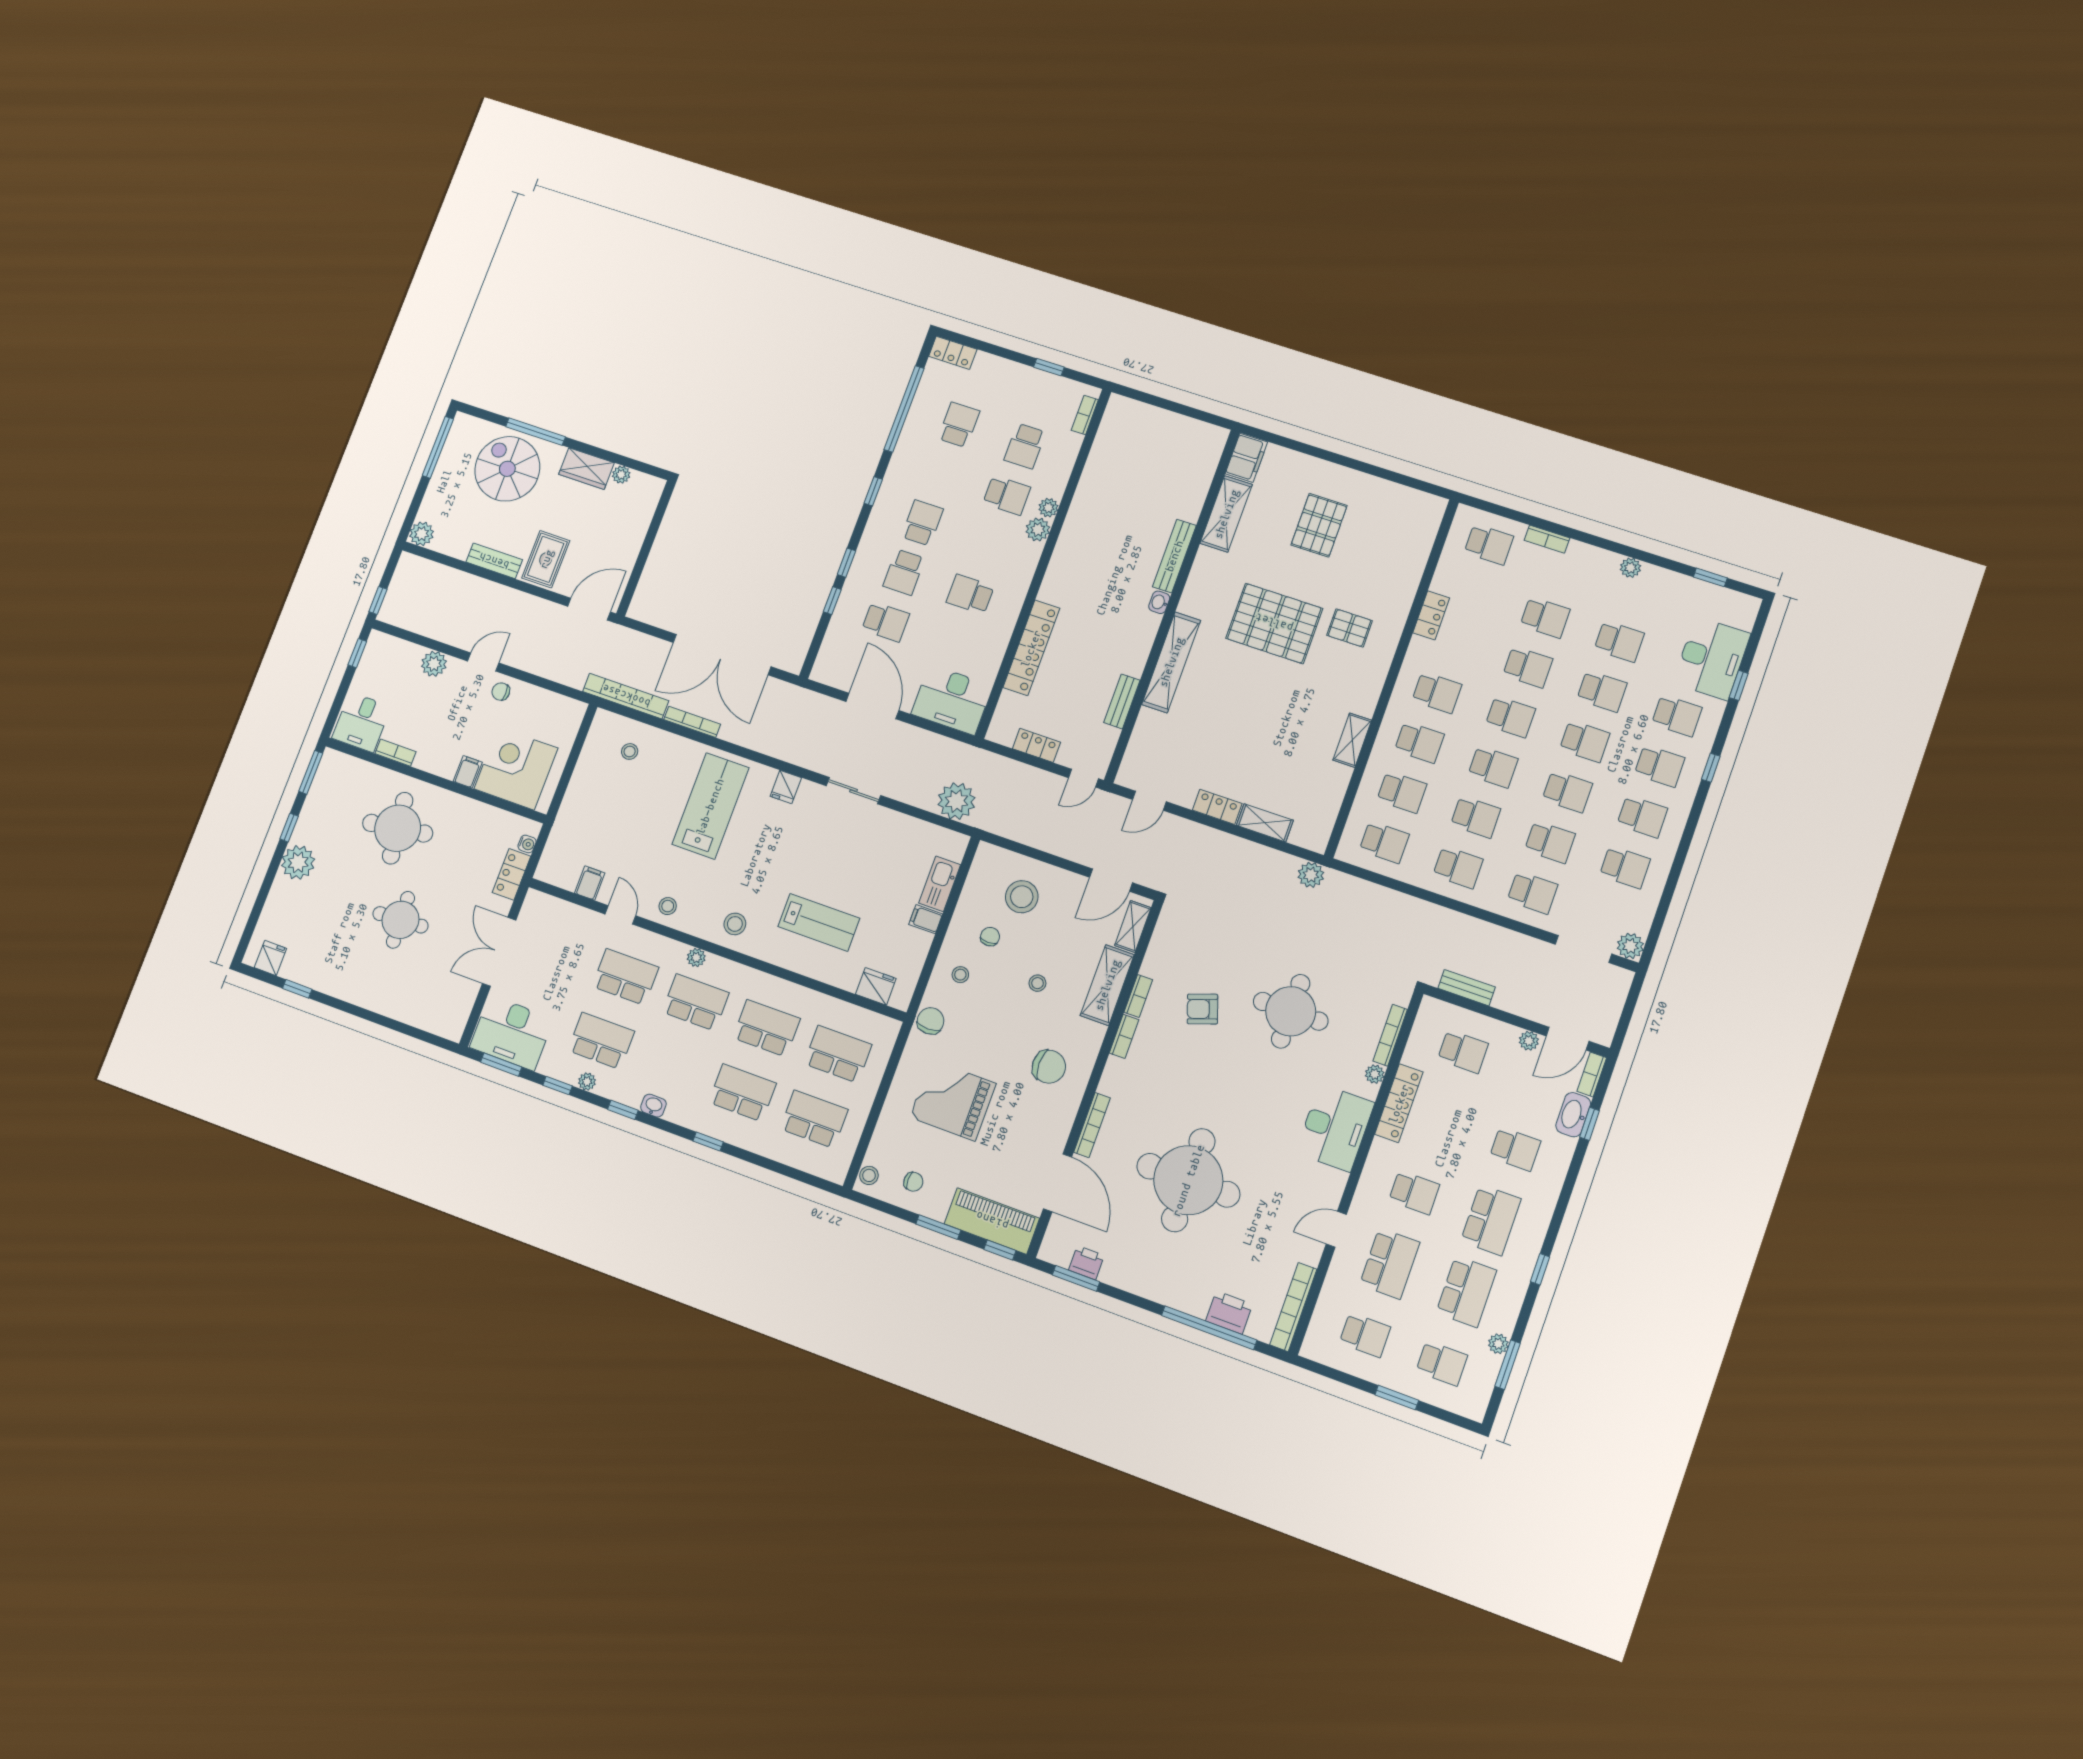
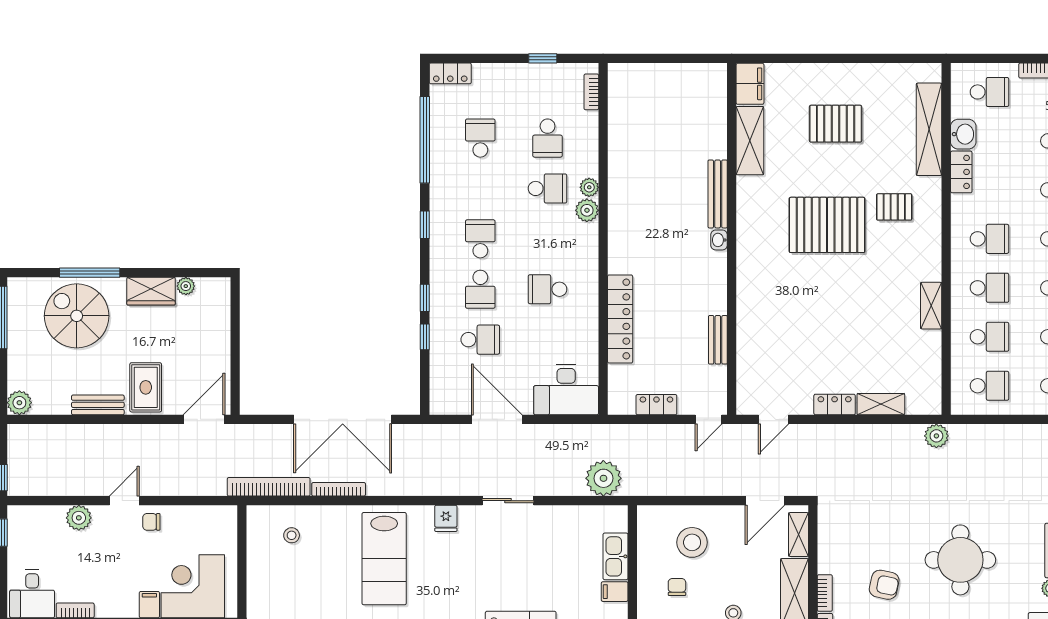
pallet: (1319, 525) -> (836, 124), turned 90
washbasin: (1447, 578) -> (963, 134), added
shelving: (1171, 662) -> (929, 129), moved
lab bench: (710, 806) -> (384, 559), turned 180
armchair: (1202, 1009) -> (884, 585), turned -149

